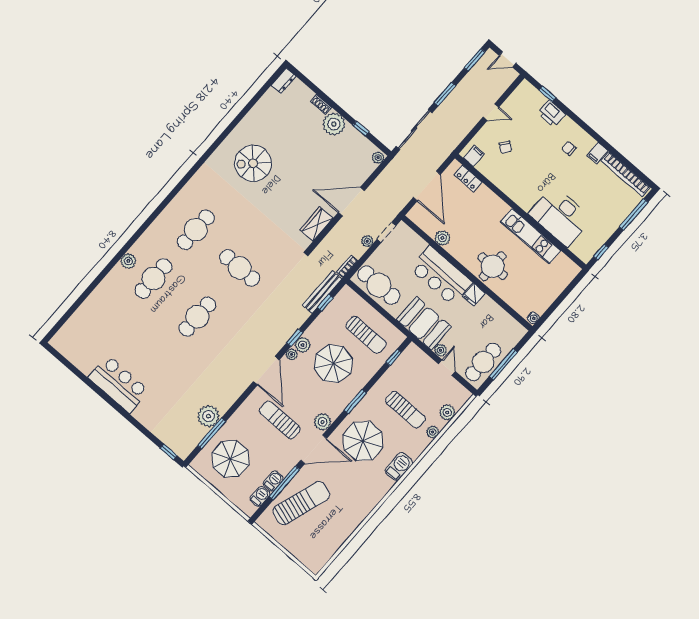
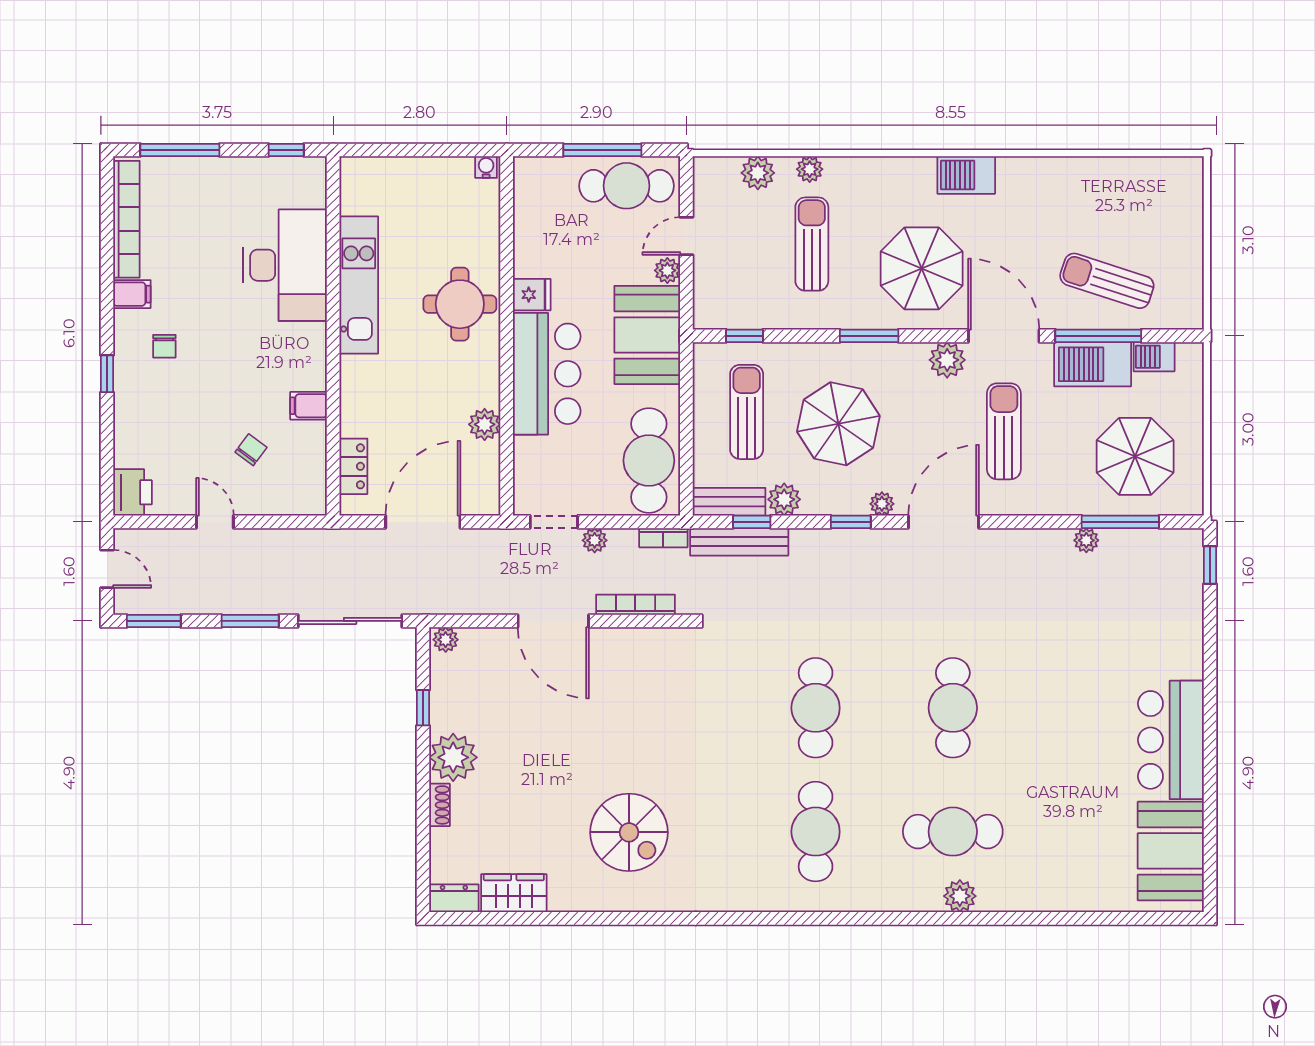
window: (547, 94) -> (107, 374), moved
printer: (552, 114) -> (132, 492), moved
filing cabinet: (474, 156) -> (309, 406), moved
wardrobe: (316, 224) -> (514, 893), moved, turned 180
cafe table: (196, 230) -> (816, 832), turned 90
bookcase: (332, 236) -> (635, 605), added
bench: (340, 301) -> (729, 502), added
cafe table: (197, 317) -> (953, 708), turned 90
plant: (303, 345) -> (784, 499), moved
booth: (79, 350) -> (1171, 851), added
plant: (208, 416) -> (1086, 540), width x0.53, depth x0.53
sun lounger: (280, 420) -> (1004, 431), turned 180
barbecue: (399, 467) -> (966, 175), moved
barbecue: (273, 481) -> (1093, 364), width x1.88, depth x1.53
sun lounger: (301, 503) -> (1107, 281), width x0.73, depth x0.75

